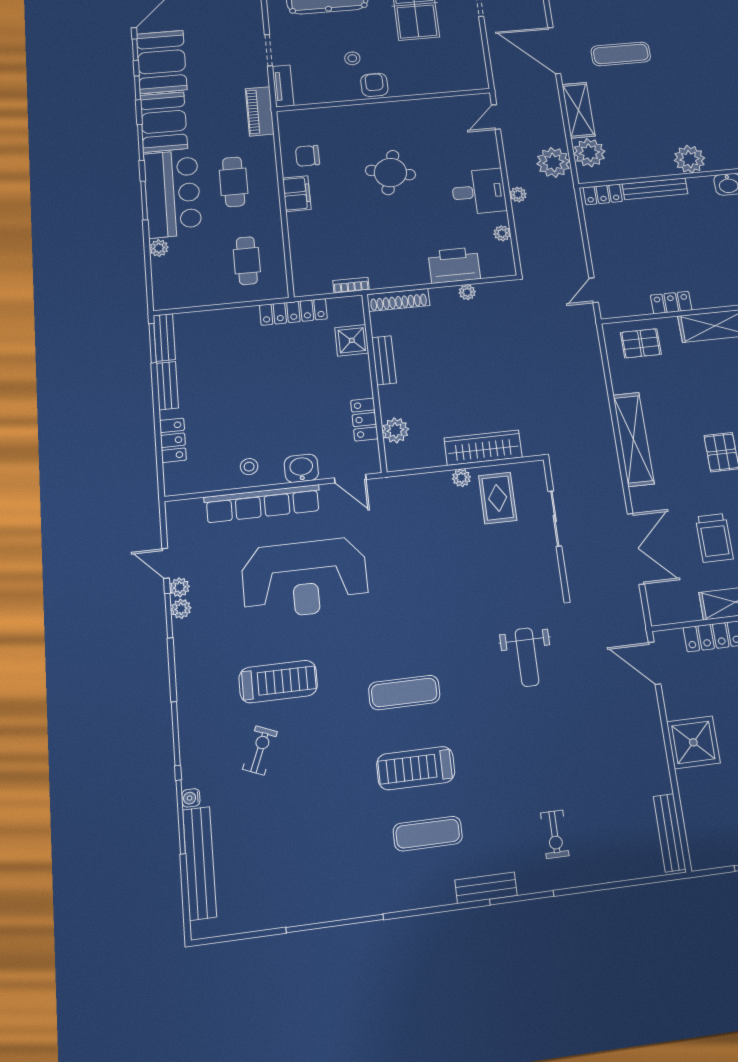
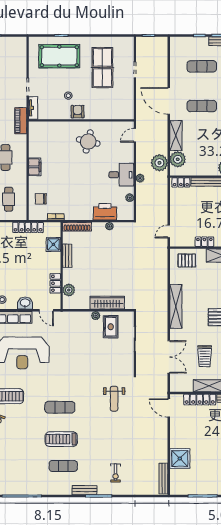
chair: (308, 156) -> (41, 199), moved
round table: (390, 173) -> (88, 141), moved
shower: (693, 742) -> (180, 458), moved

